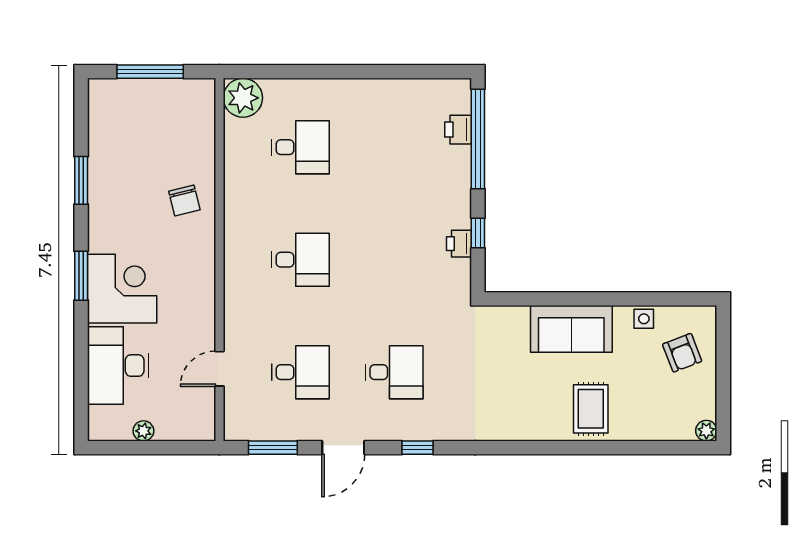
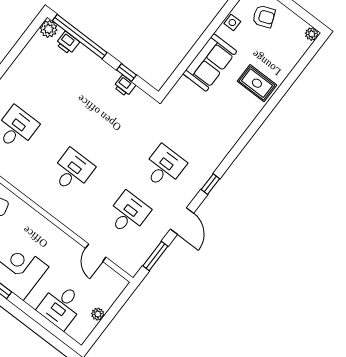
plant: (458, 92) -> (49, 29), added
desk: (118, 366) -> (61, 306), width x0.73

